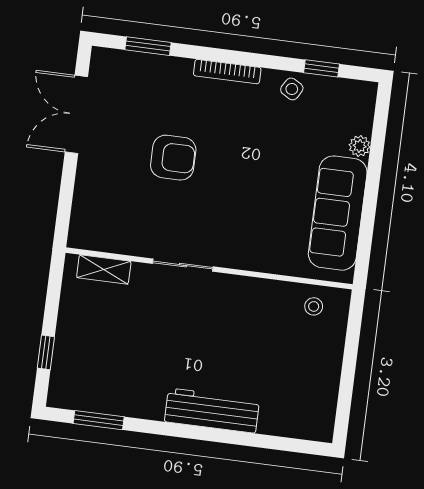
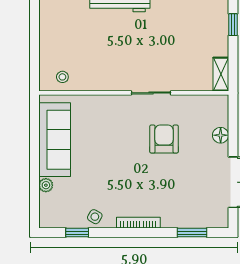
armchair: (173, 158) -> (164, 139), moved, turned 90
floor lamp: (86, 188) -> (221, 135), added
shelving: (104, 269) -> (221, 74), moved, turned 90

